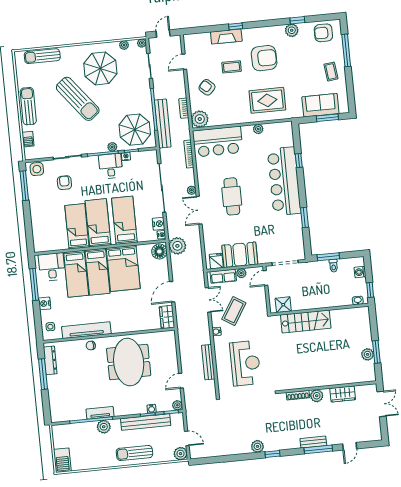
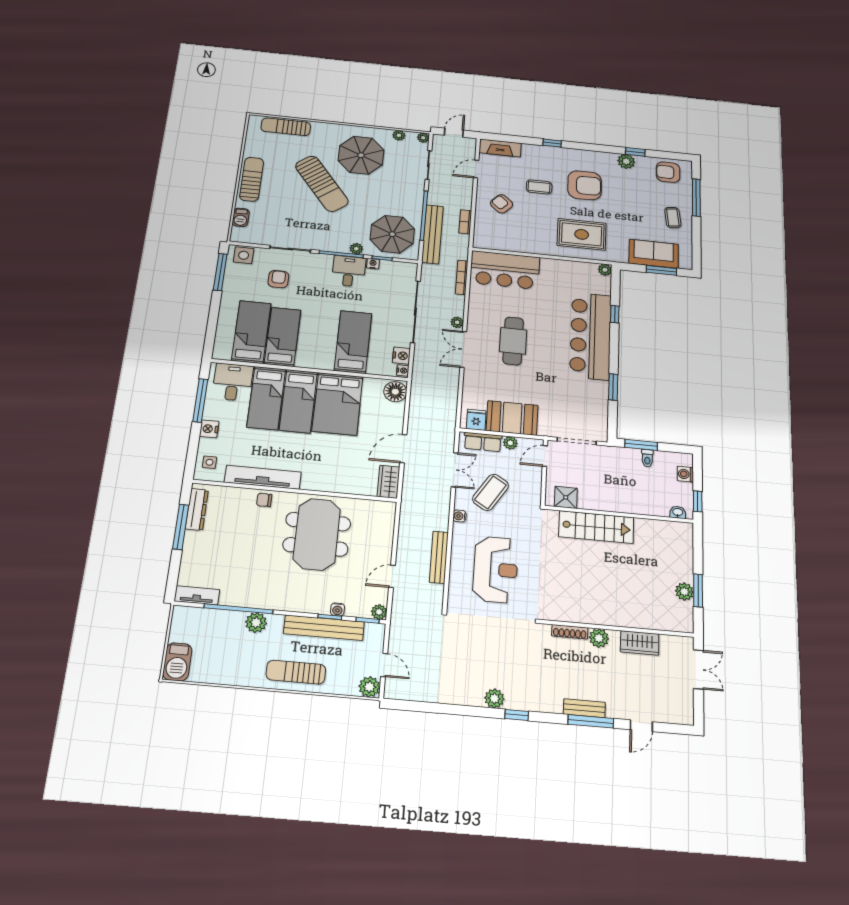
fireplace: (226, 37) -> (500, 148), moved
plant: (200, 119) -> (485, 239), removed
plant: (258, 129) -> (605, 270), moved
bed: (98, 223) -> (251, 332), moved
plant: (177, 246) -> (423, 389), removed
tv unit: (100, 413) -> (197, 595), moved

